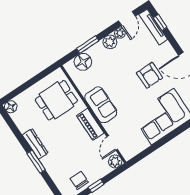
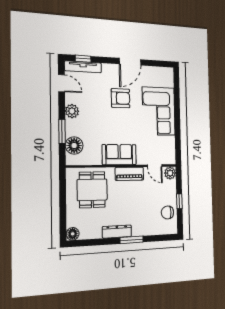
plant: (120, 33) -> (70, 98), removed

